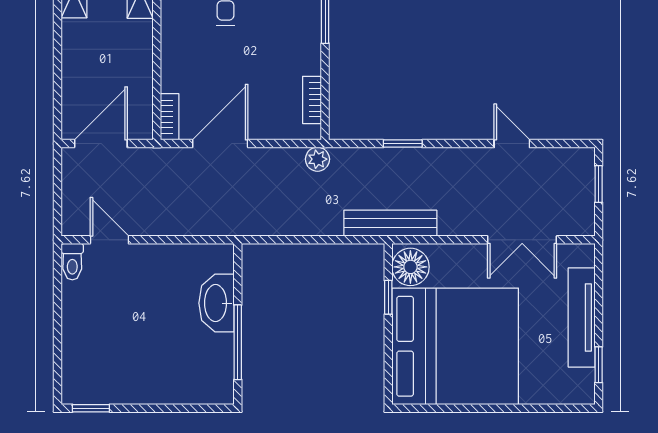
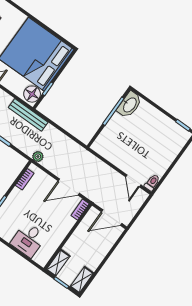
washbasin: (217, 303) -> (130, 105), moved

